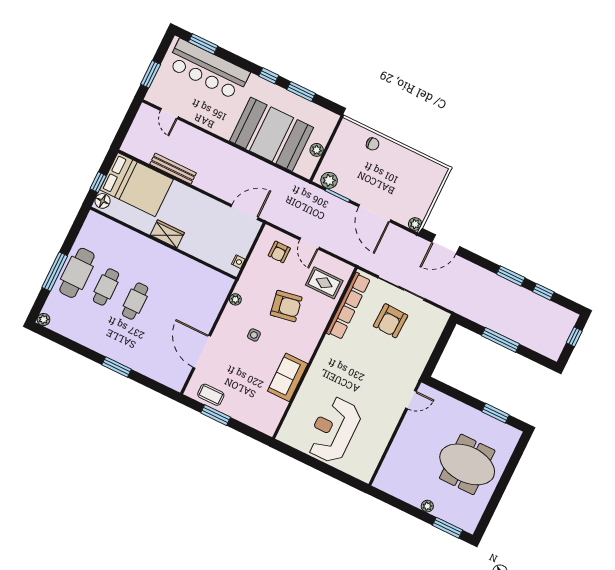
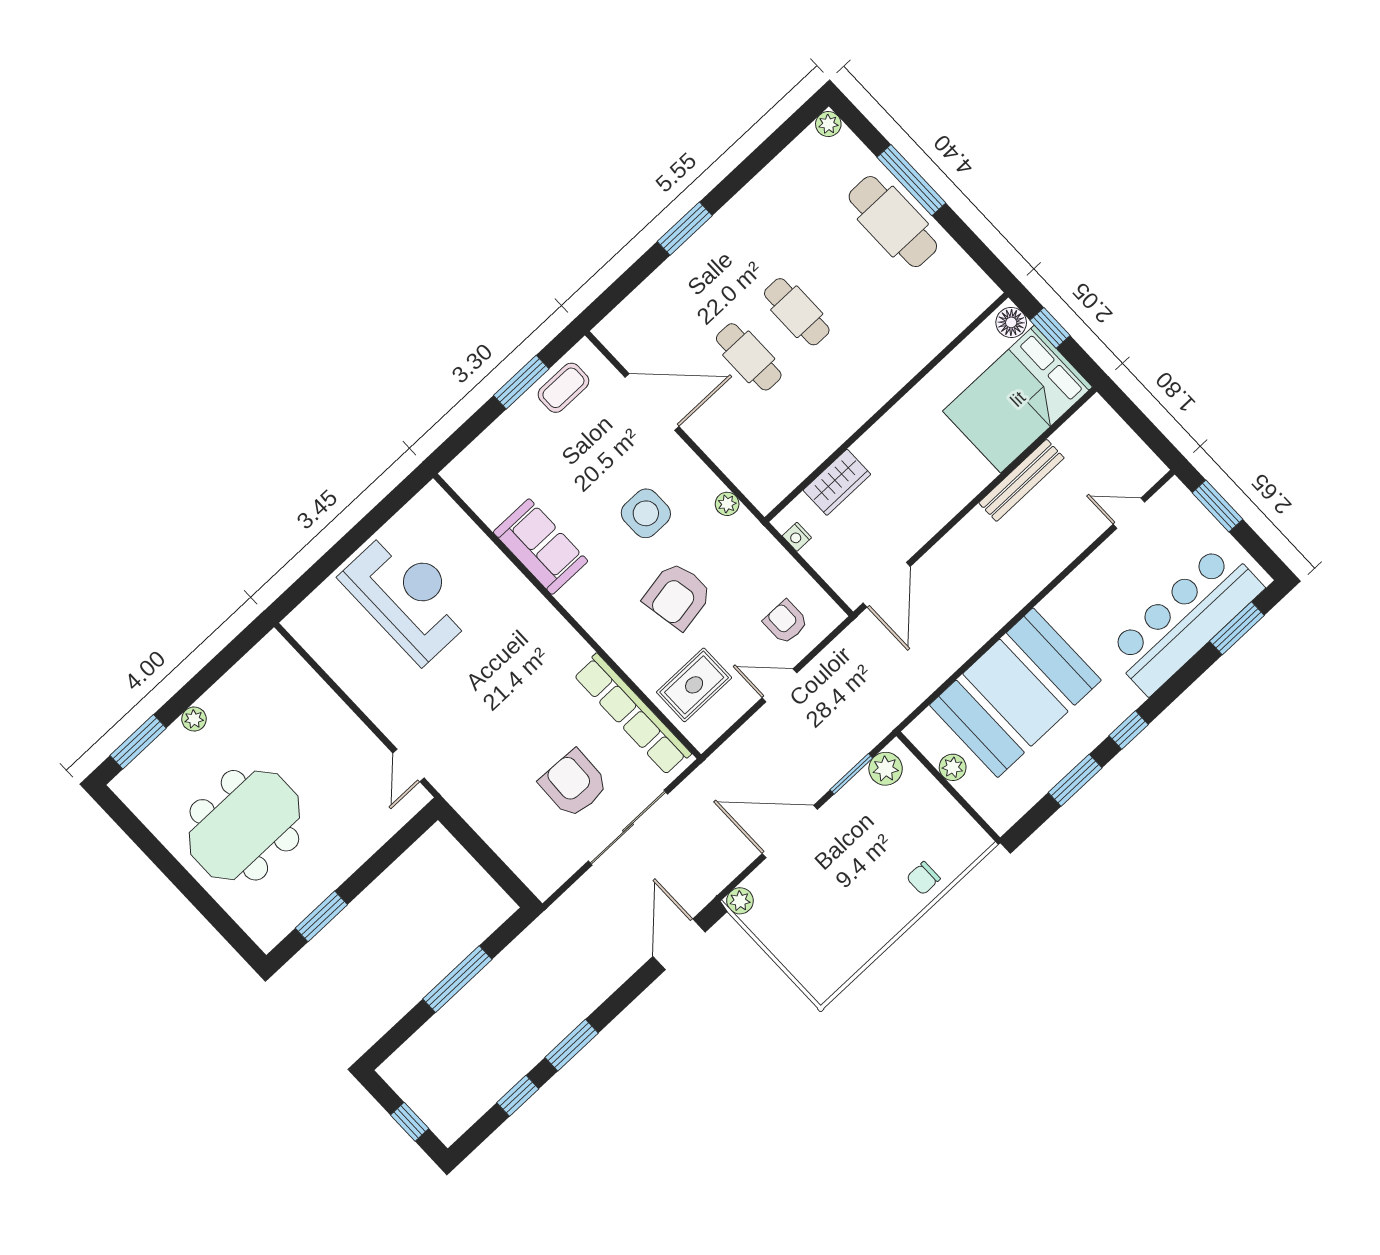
wardrobe: (167, 234) -> (837, 482), moved
cafe table: (106, 287) -> (749, 357), moved
side table: (254, 335) -> (646, 513), width x1.87, depth x1.87

